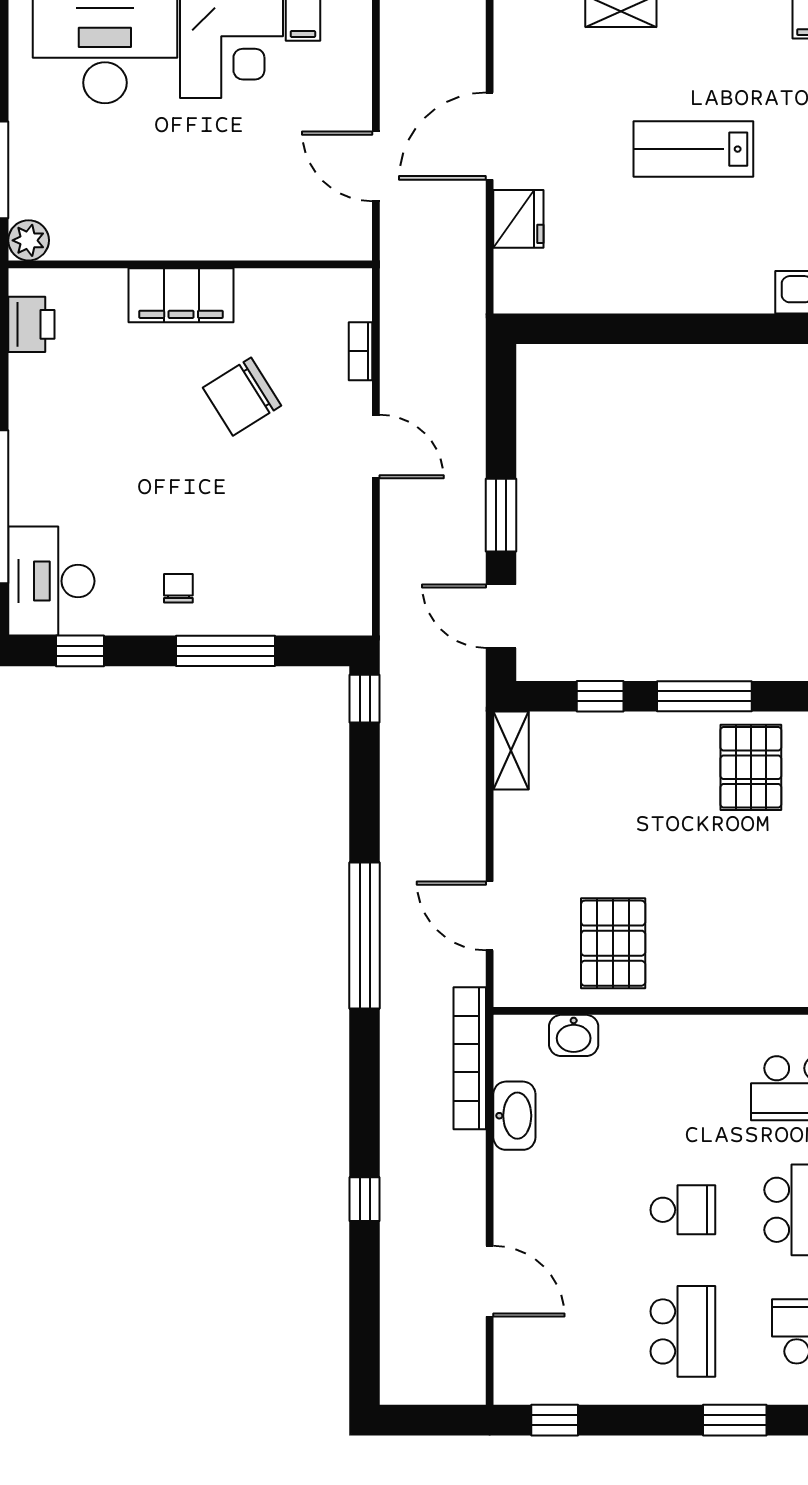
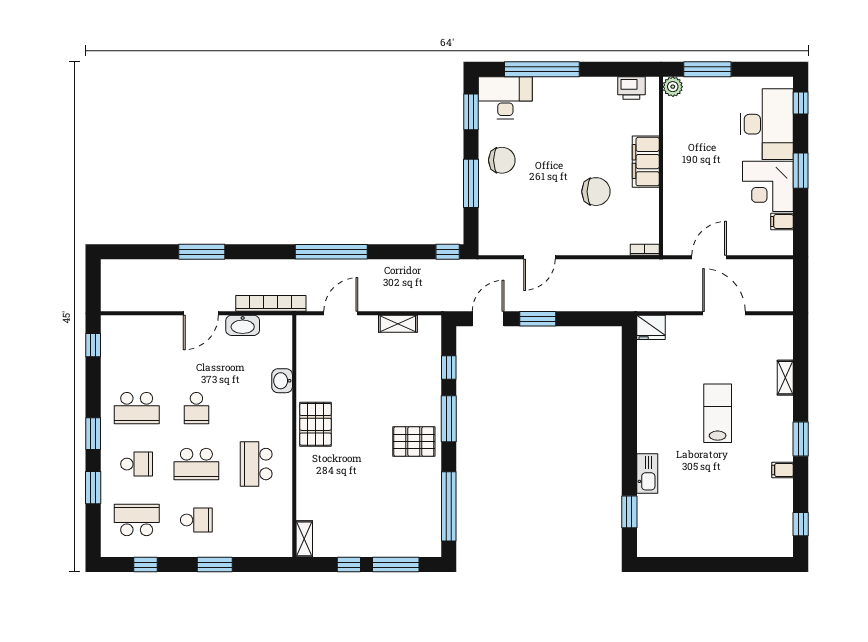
fridge: (518, 219) -> (651, 327), moved
bookcase: (361, 351) -> (645, 250), moved
chair: (242, 397) -> (596, 192), turned 122
door: (376, 447) -> (539, 257), moved
chair: (178, 588) -> (502, 160), width x1.87, depth x1.87
window: (80, 651) -> (471, 112), width x1.50
shelving: (511, 751) -> (398, 324), moved
pallet: (613, 943) -> (315, 424), moved, turned 90
washbasin: (574, 1035) -> (282, 381), moved
window: (365, 1199) -> (202, 252), width x2.17
door: (490, 1281) -> (201, 313), moved

